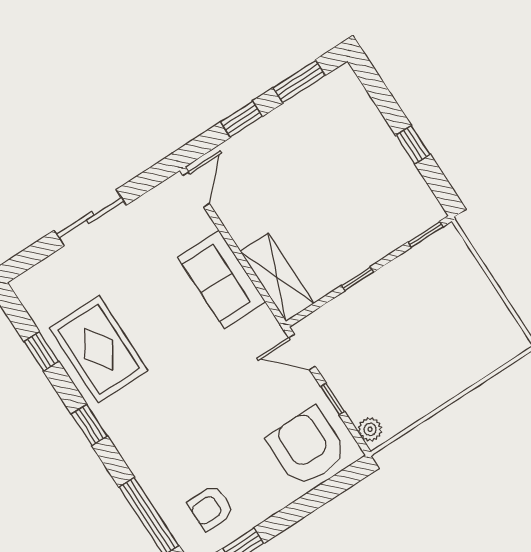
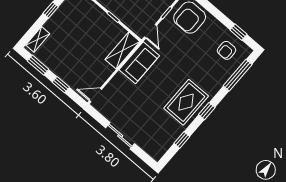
shelving: (356, 97) -> (38, 39), added
sofa: (222, 280) -> (139, 63), moved
rug: (99, 349) -> (186, 102), moved
armchair: (211, 508) -> (227, 50), turned 90

